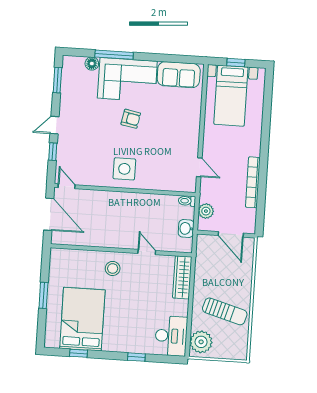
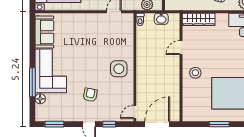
armchair: (131, 119) -> (90, 95), moved

